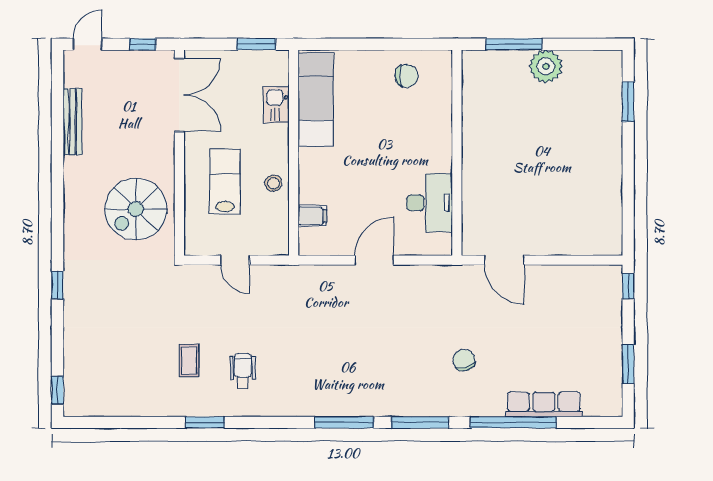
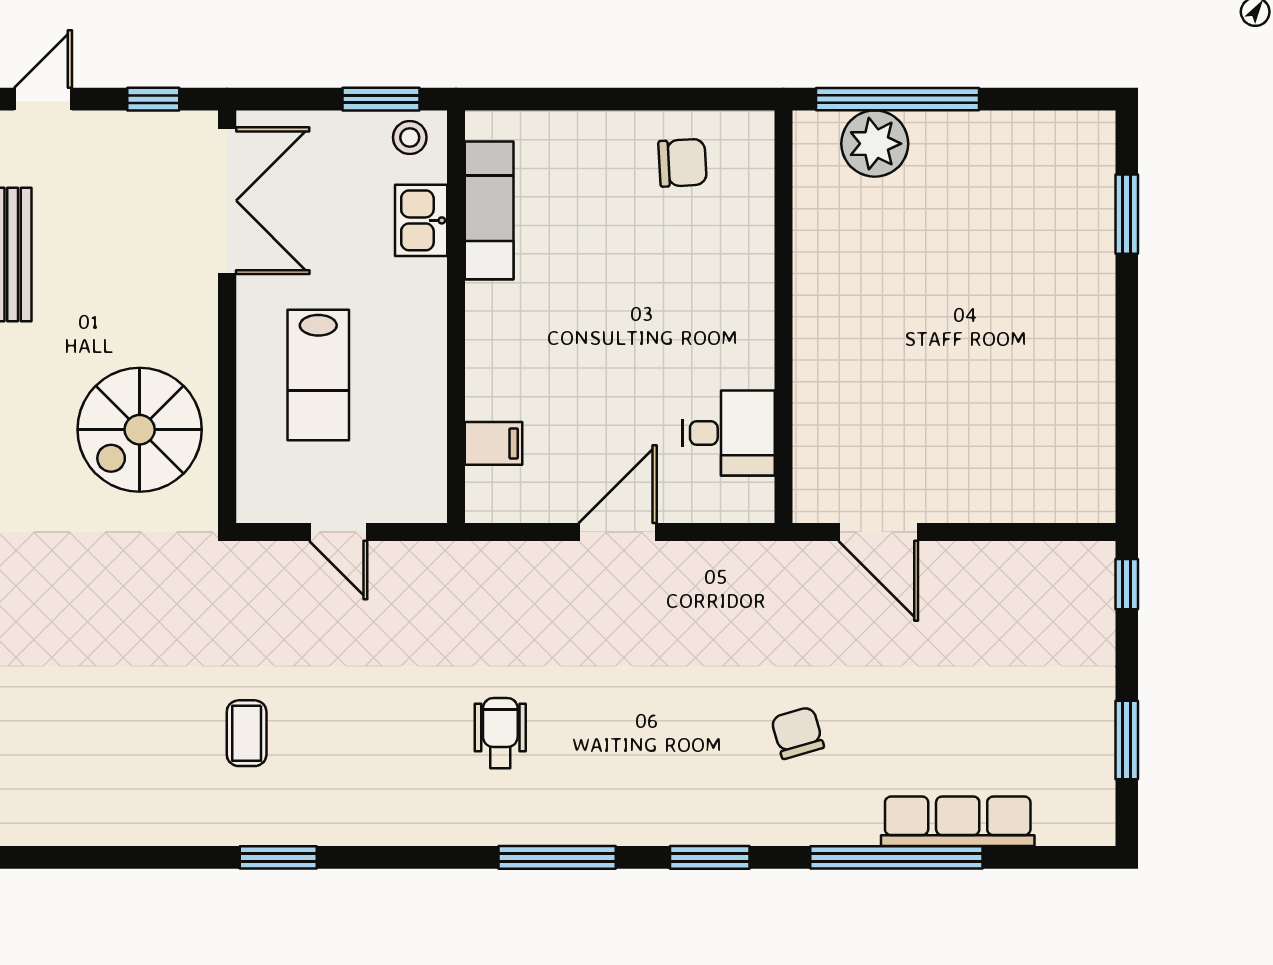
window: (514, 44) -> (898, 99), width x1.46
plant: (546, 66) -> (875, 144), moved
exam couch: (316, 100) -> (489, 210), width x0.73, depth x0.69
lab bench: (225, 182) -> (318, 375), turned 180
stool: (273, 183) -> (410, 137), moved
desk: (430, 203) -> (729, 433), width x0.73
wheelchair: (243, 371) -> (500, 733), moved
window: (420, 422) -> (710, 857), width x0.69

